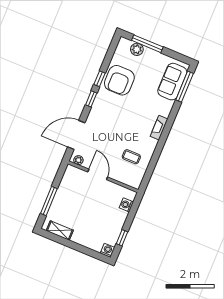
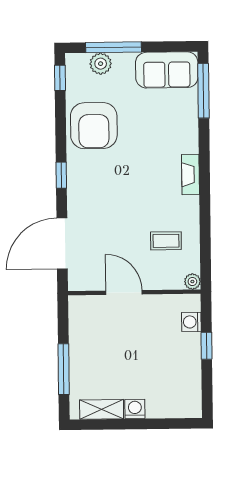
window: (100, 79) -> (60, 78), moved
sofa: (172, 82) -> (167, 70), moved, turned -90
plant: (78, 160) -> (192, 282), moved
window: (122, 238) -> (207, 346), moved
washing machine: (107, 250) -> (135, 409), moved

